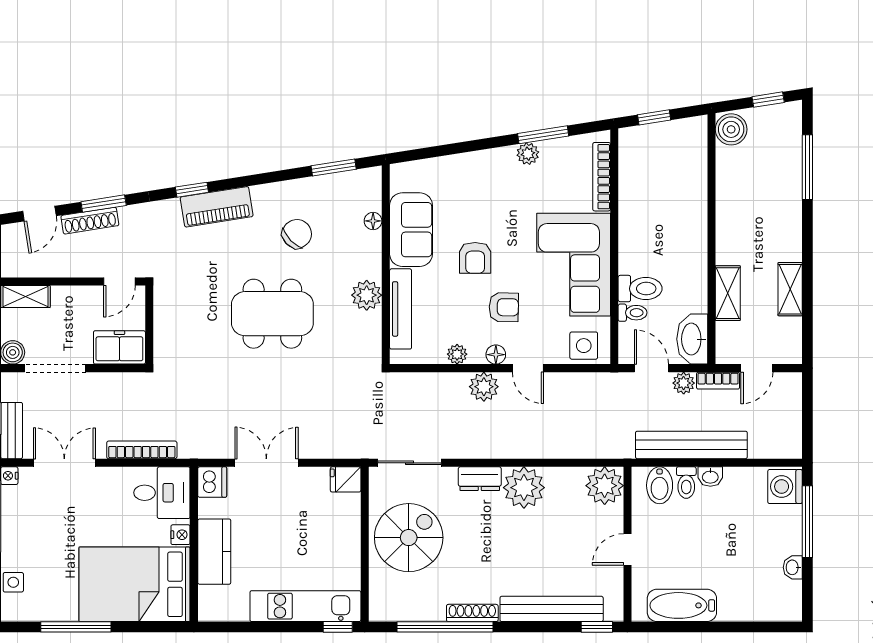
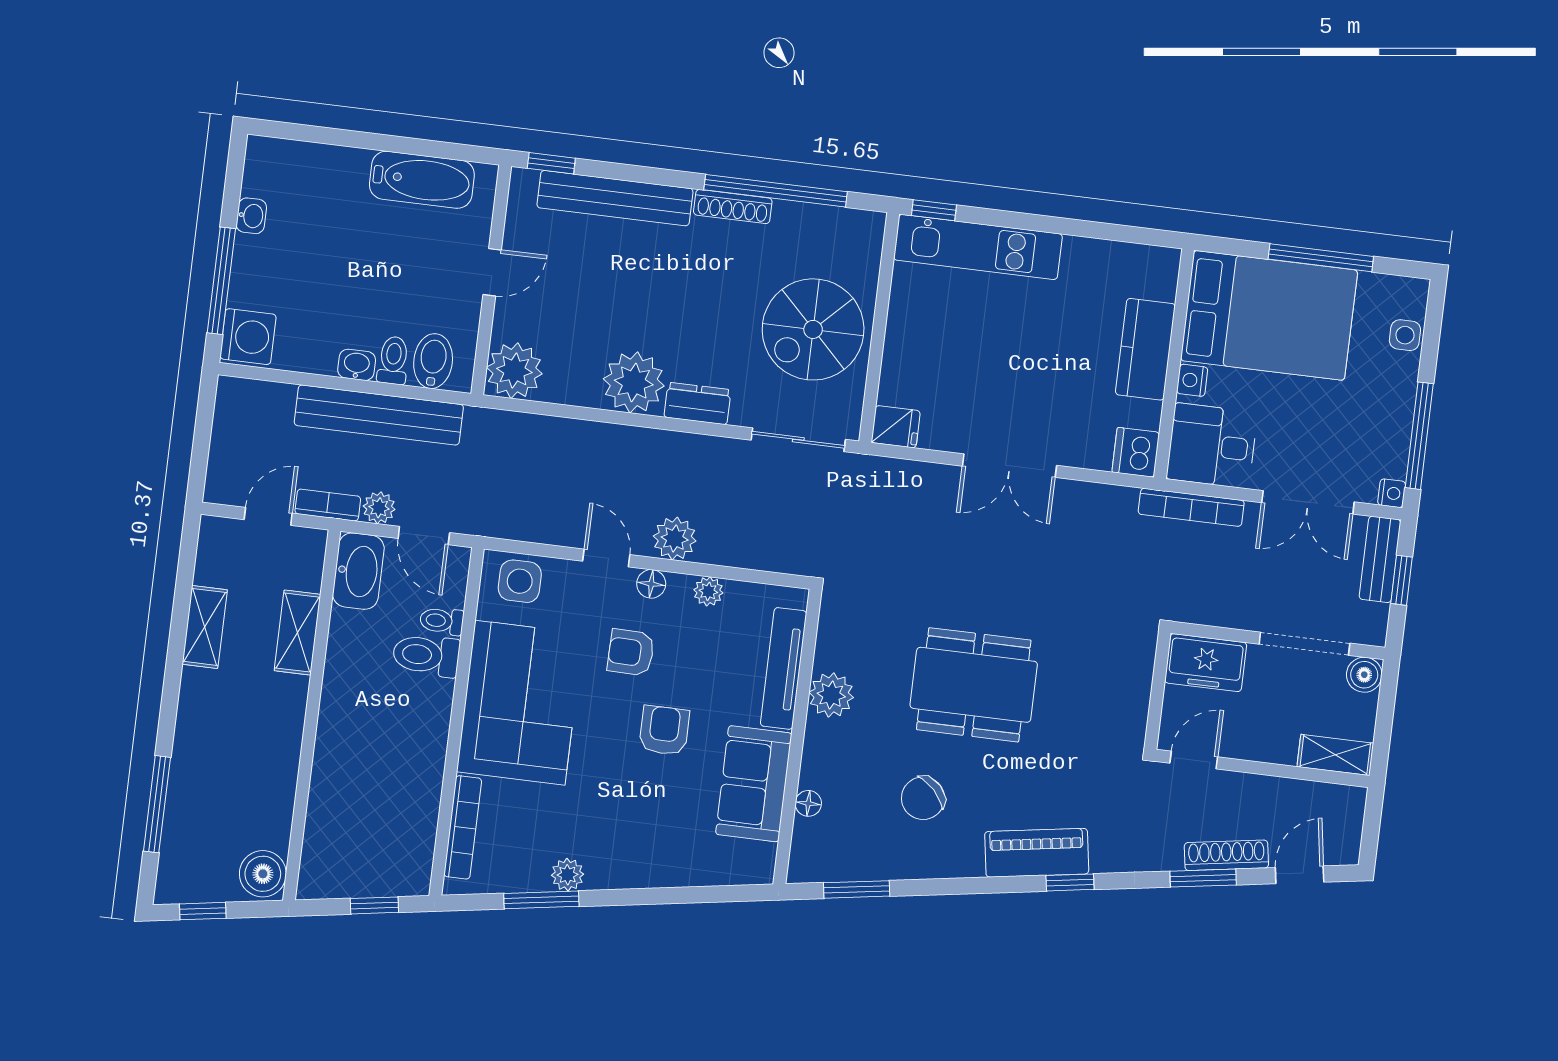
dishwasher: (212, 482) -> (1136, 452), moved
desk: (162, 493) -> (1212, 446), moved
nightstand: (180, 535) -> (1192, 380), moved
wall: (194, 544) -> (1174, 364), moved
kitchen counter: (214, 552) -> (1145, 349), moved
bed: (135, 584) -> (1269, 315), moved

